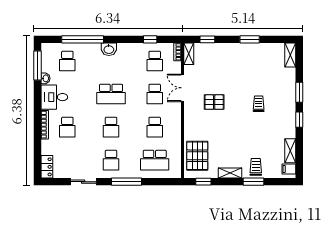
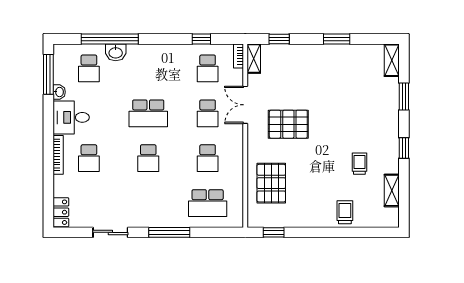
washbasin: (109, 49) -> (116, 52), moved
window: (299, 92) -> (404, 96), moved
pallet: (214, 102) -> (288, 124), width x1.50, depth x1.42
trolley: (259, 104) -> (359, 164), moved
pallet: (197, 156) -> (271, 183), moved
school desk: (111, 160) -> (148, 203), removed
filing cabinet: (289, 169) -> (390, 215), removed
shelving: (230, 173) -> (310, 221), removed
window: (253, 182) -> (342, 232), removed

